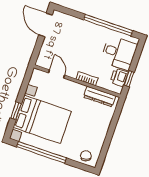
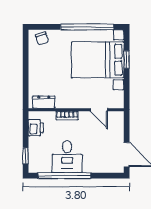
desk: (119, 53) -> (67, 157), moved, turned -90
window: (129, 79) -> (26, 156), moved
dresser: (100, 96) -> (44, 102), width x0.70

